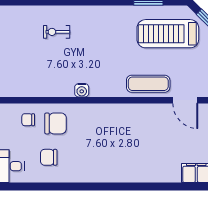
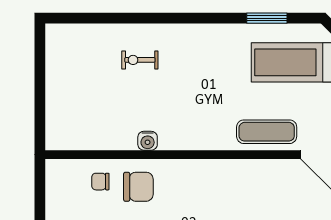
water cooler: (82, 90) -> (148, 141), moved

